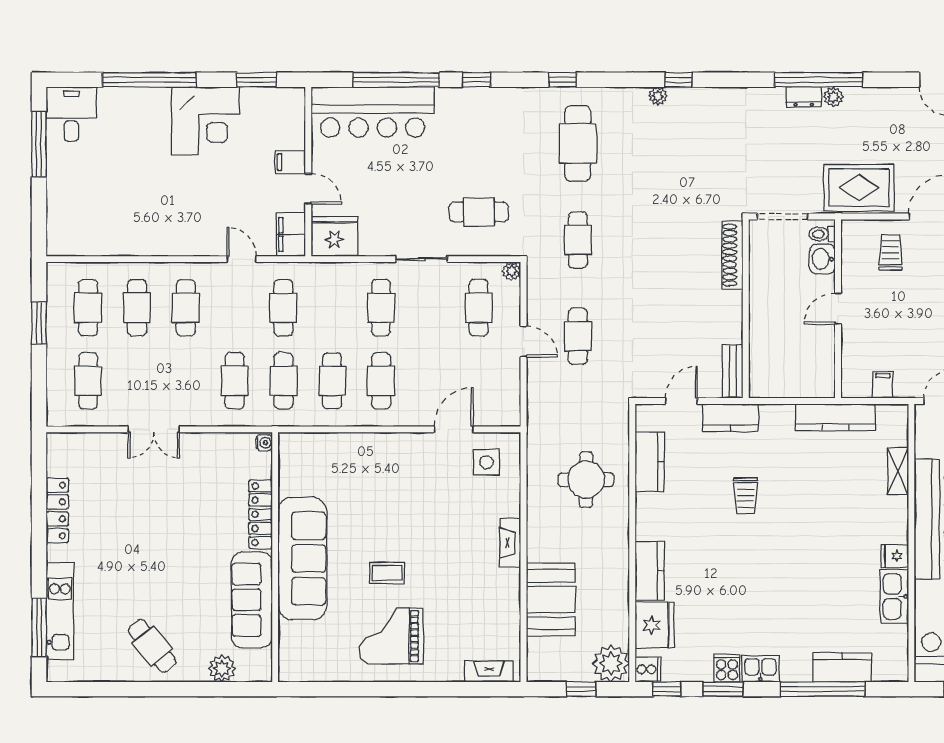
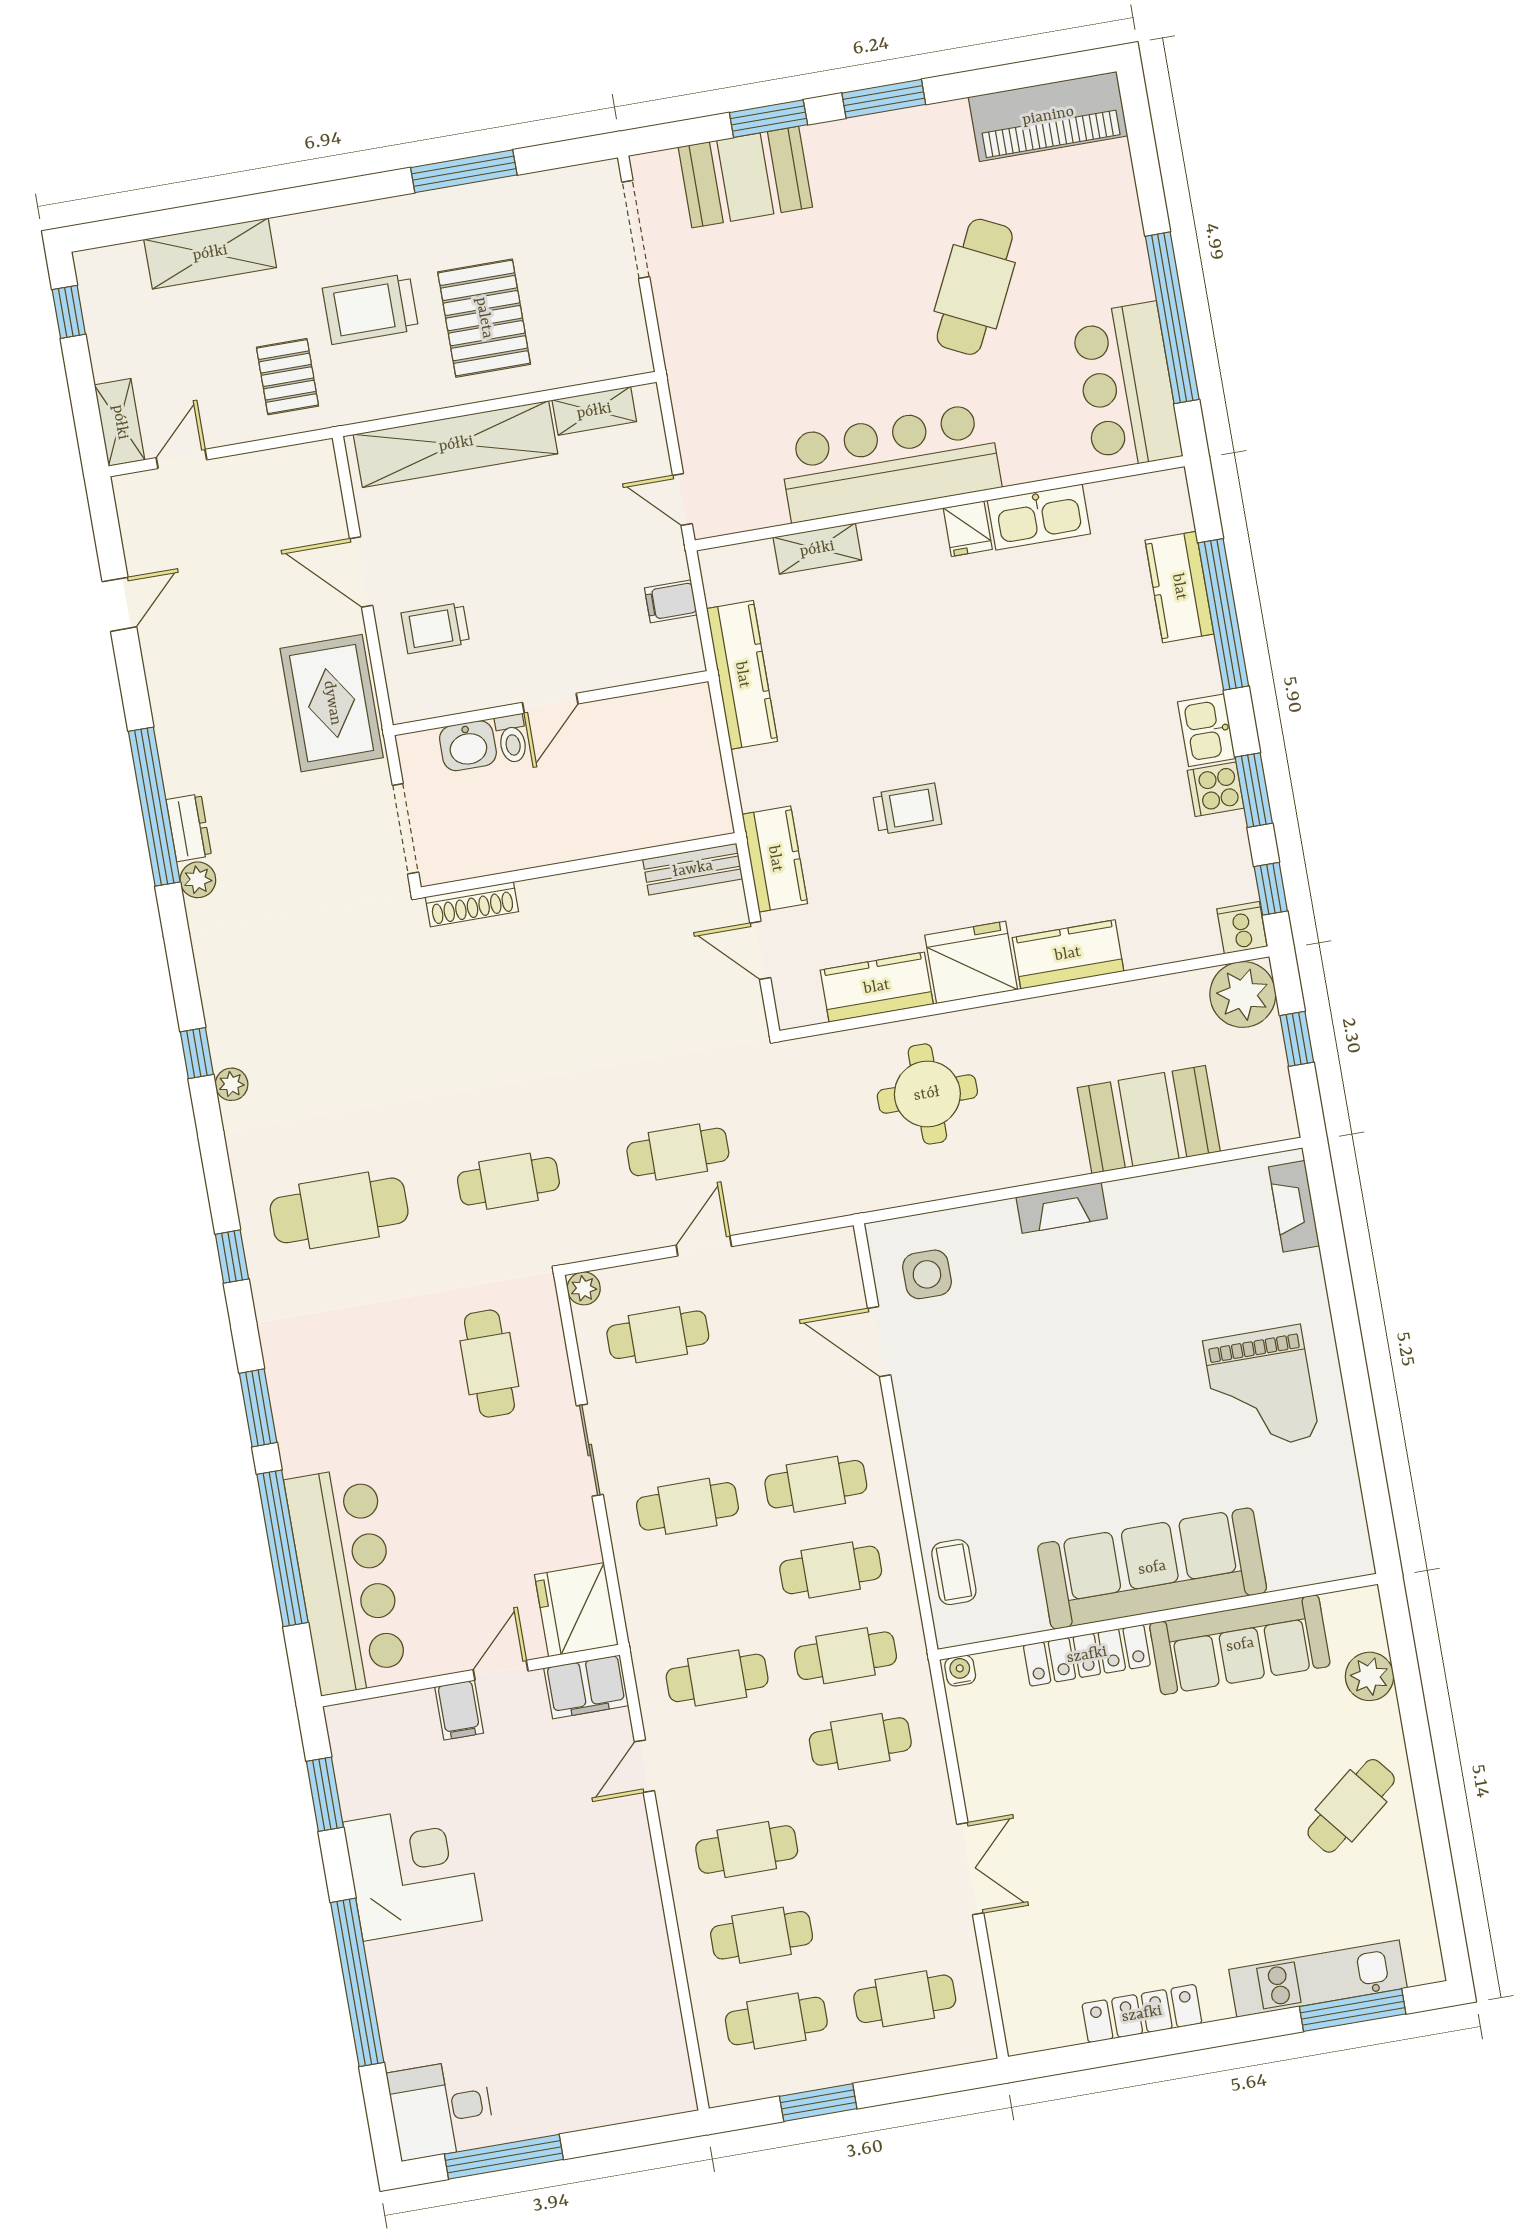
window: (476, 80) -> (258, 1408), width x1.50
plant: (833, 97) -> (198, 880), moved
toilet: (822, 234) -> (512, 739), moved
shoe rack: (732, 255) -> (472, 904), width x0.74, depth x0.81
door: (838, 309) -> (550, 703), hinge flipped
coffee table: (387, 573) -> (954, 1572), moved
fridge: (655, 625) -> (971, 962), moved

